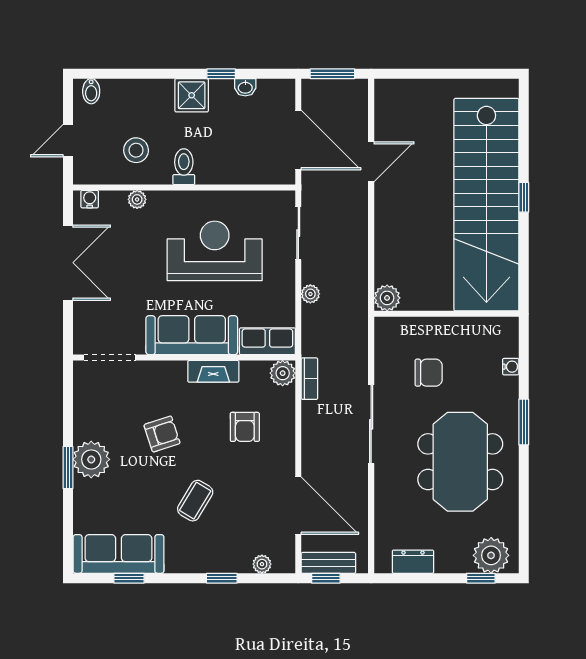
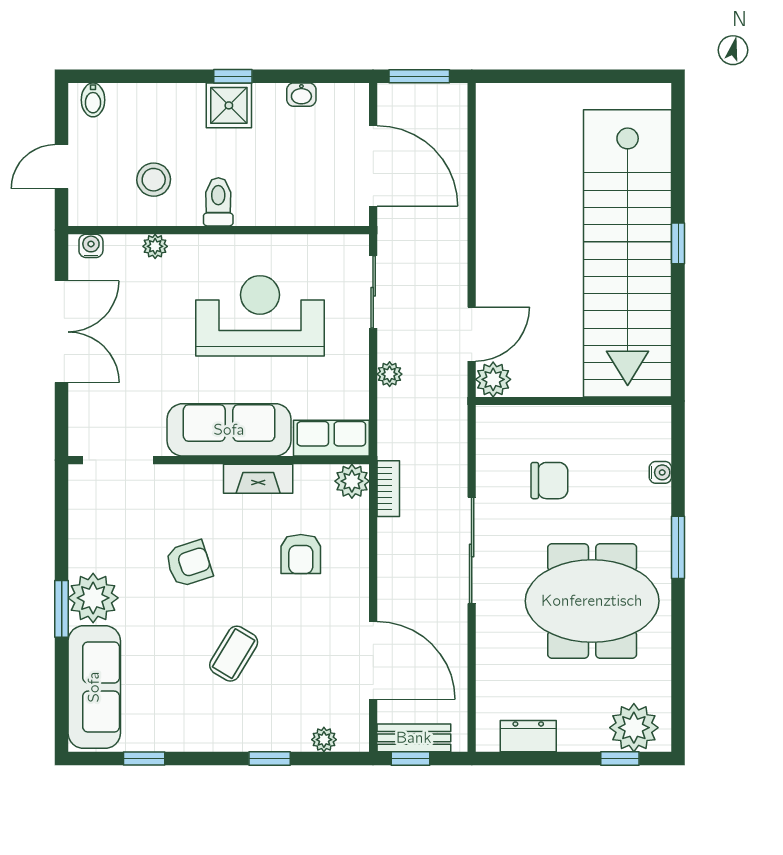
window: (221, 74) -> (233, 76), moved
door: (371, 162) -> (472, 334), moved
meeting table: (460, 462) -> (592, 601), turned 90
sofa: (118, 554) -> (94, 687), moved, turned 90

